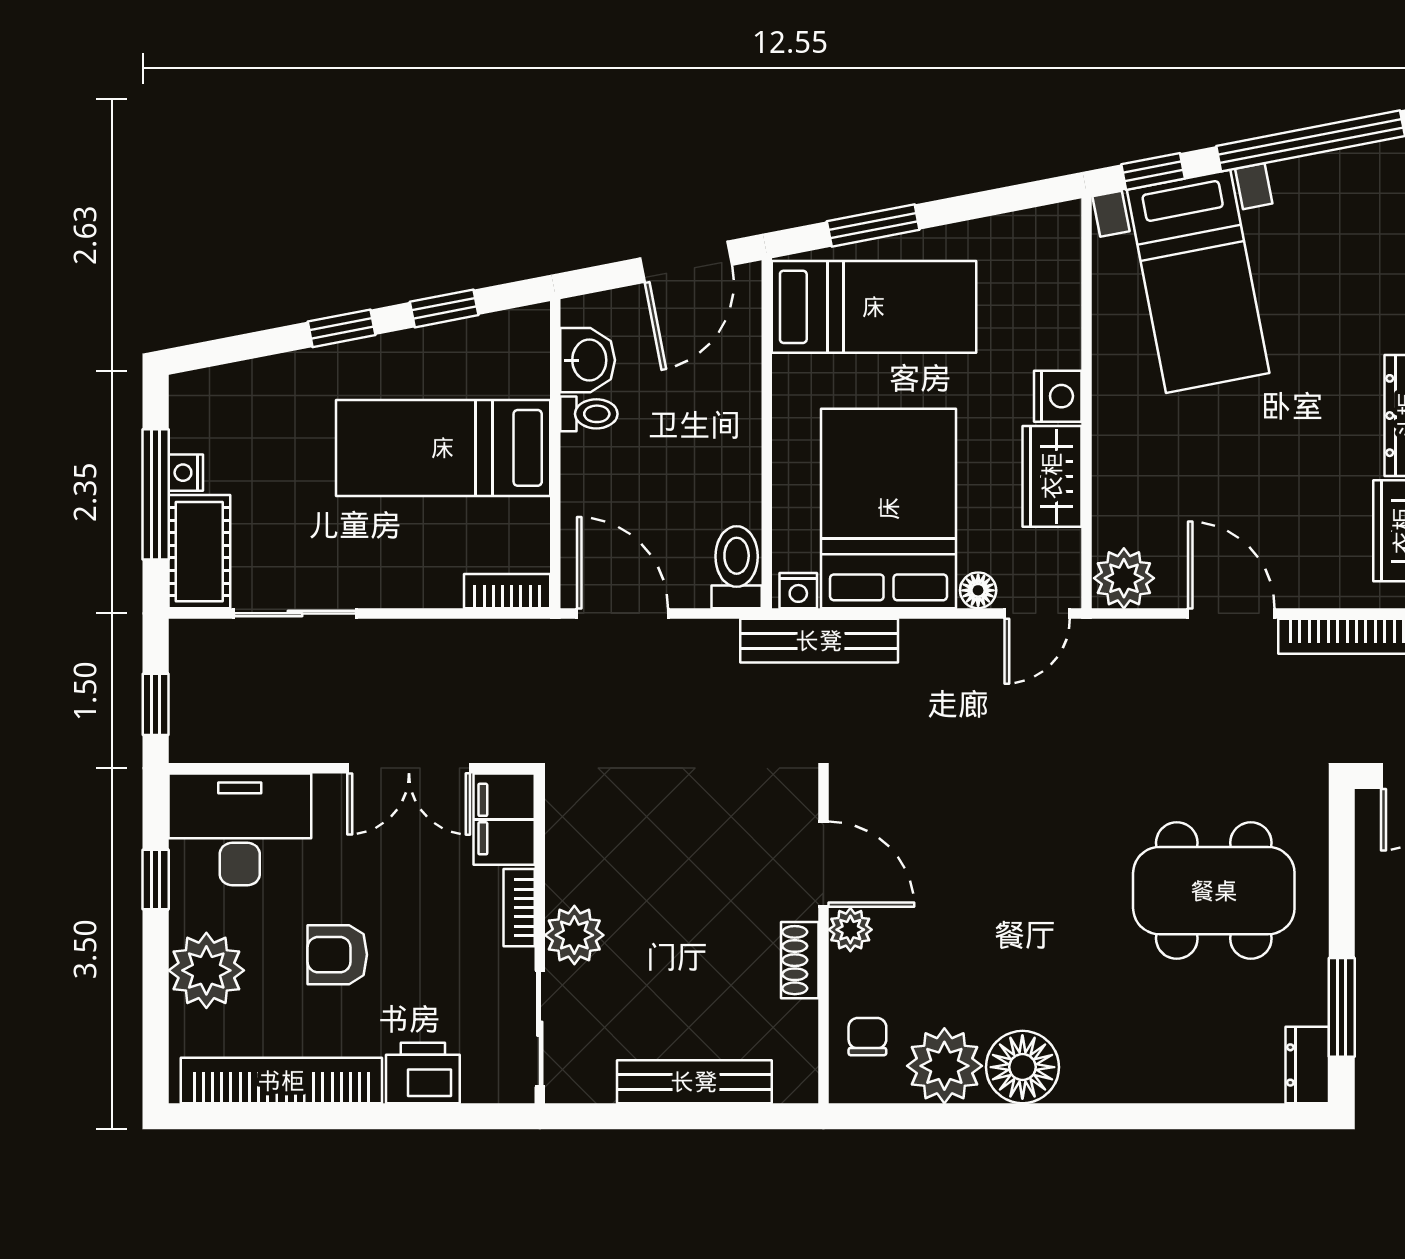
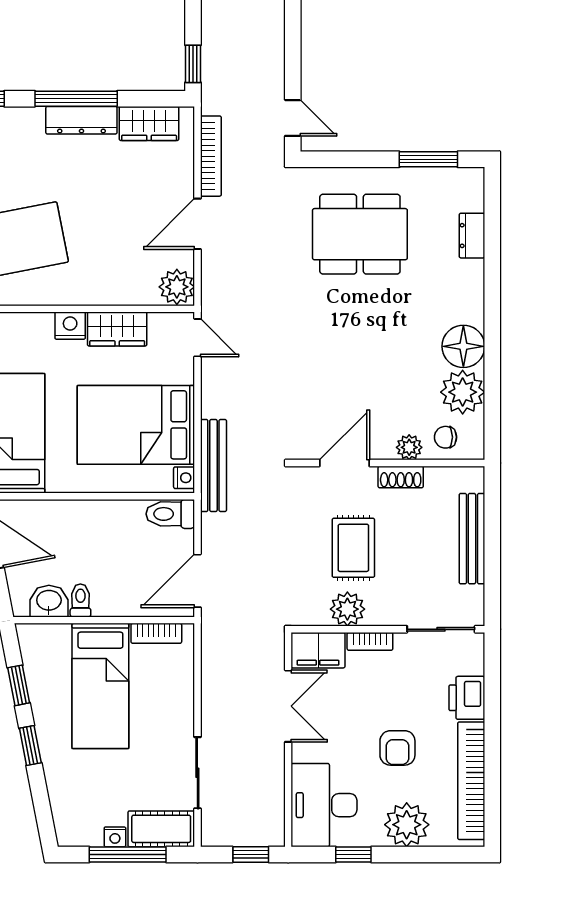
floor lamp: (978, 590) -> (184, 372), removed
bookcase: (507, 591) -> (156, 633), moved, turned -90
rug: (679, 879) -> (353, 548), added
dining table: (1214, 891) -> (360, 234), turned 90
plant: (850, 930) -> (409, 447), moved
plant: (574, 935) -> (347, 609), moved
dresser: (1307, 1065) -> (472, 236), moved, turned 90

